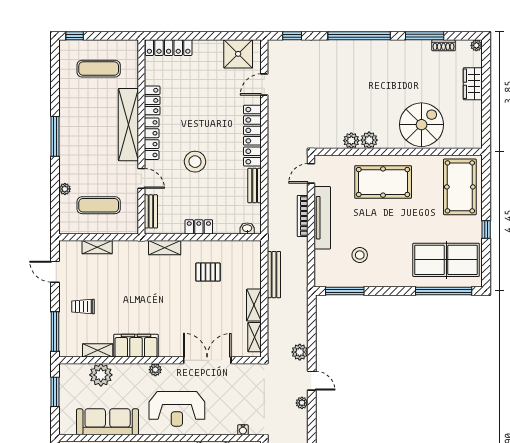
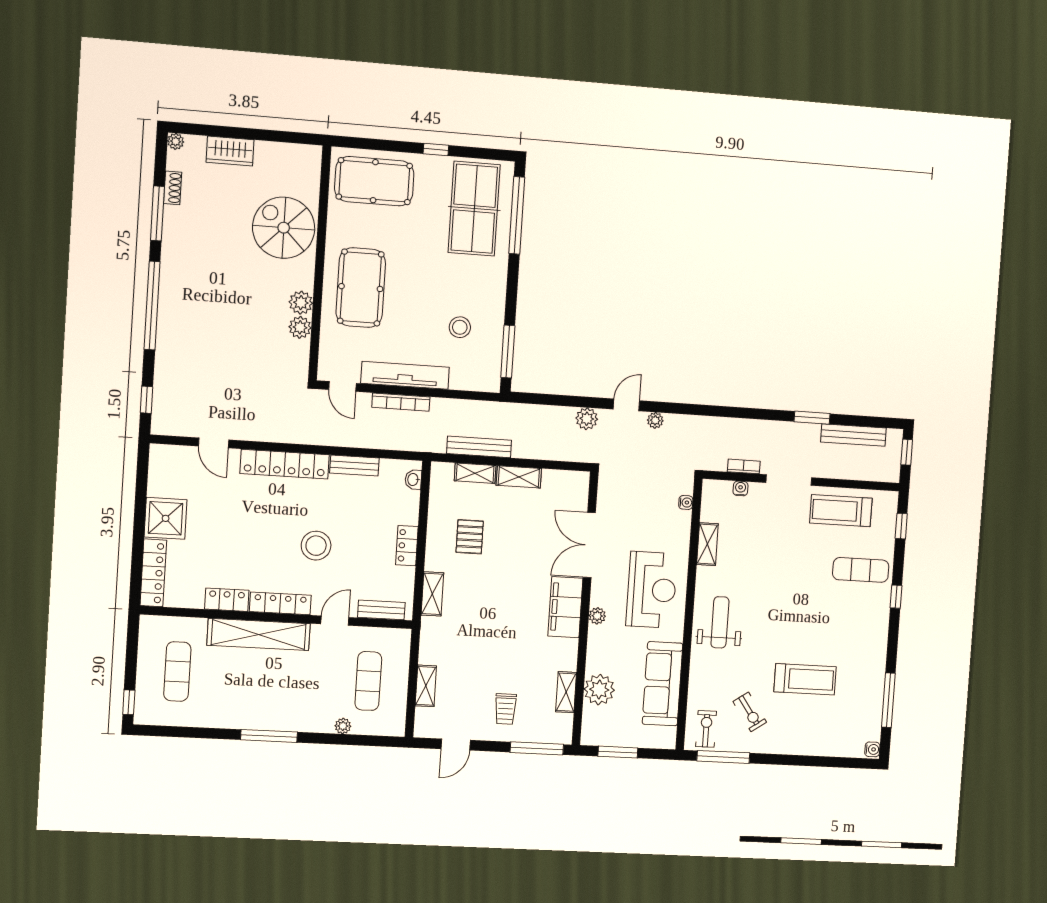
shower: (238, 54) -> (166, 518), moved
shelving: (255, 337) -> (475, 473), moved
filing cabinet: (136, 346) -> (565, 607), moved

